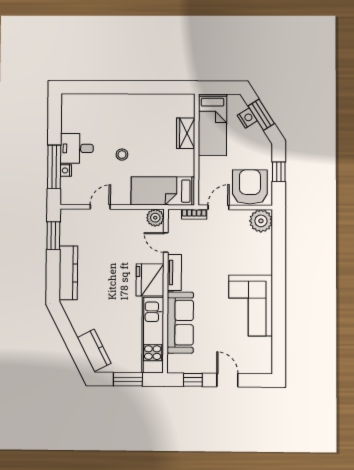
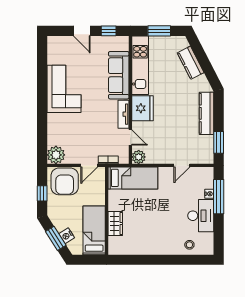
desk: (77, 148) -> (201, 216), width x1.37
stool: (122, 155) -> (189, 245), moved
kitchen counter: (94, 350) -> (191, 63), moved

